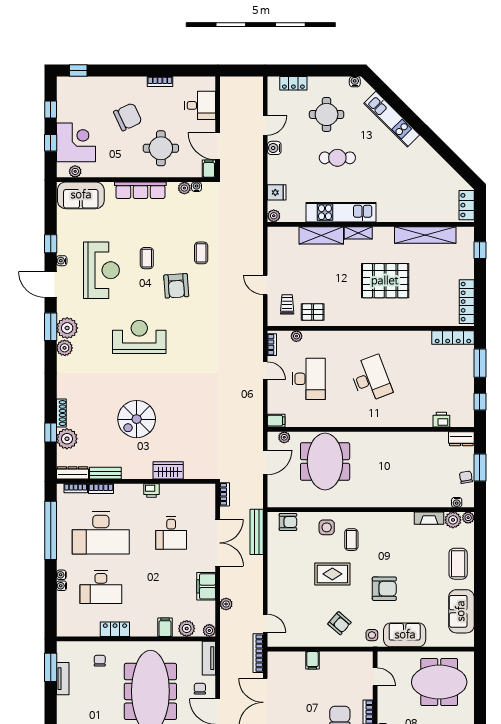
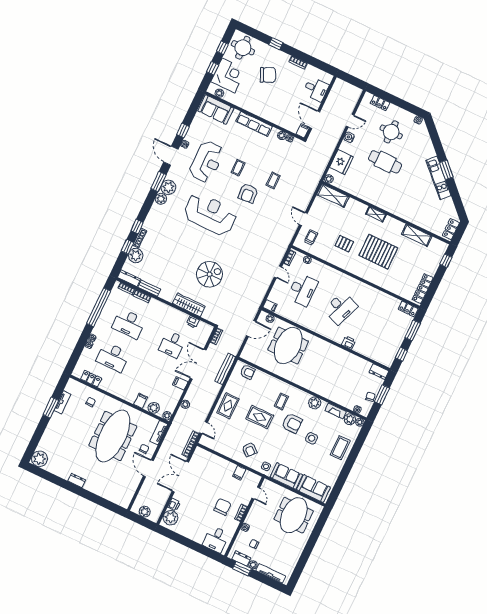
window: (78, 71) -> (276, 44), moved
kitchen unit: (392, 119) -> (438, 178), moved
window: (423, 130) -> (446, 170), added
round table: (161, 148) -> (243, 48), moved
cafe table: (337, 158) -> (385, 162), width x1.37, depth x1.35
fridge: (277, 192) -> (341, 162), width x1.88, depth x1.34
kitchen unit: (341, 212) -> (371, 196), removed
shelving: (321, 235) -> (333, 196), moved
shelving: (425, 235) -> (417, 235), width x0.68
pallet: (313, 312) -> (344, 244), moved
reception desk: (139, 337) -> (210, 214), width x1.36, depth x1.30
locker: (453, 337) -> (408, 309), width x0.66
desk: (371, 379) -> (341, 308), turned 42
window: (51, 399) -> (137, 227), added
spiral stairs: (137, 419) -> (210, 274), moved, turned 180
printer: (441, 420) -> (348, 343), moved
wardrobe: (168, 470) -> (189, 305), width x1.50
printer: (152, 490) -> (193, 322), moved
plant: (396, 521) -> (315, 403), added
side table: (327, 527) -> (312, 438), moved
desk: (101, 533) -> (129, 324), width x0.73, depth x0.77
double door: (218, 543) -> (198, 364), swing flipped
rug: (283, 579) -> (228, 406), added
filing cabinet: (206, 586) -> (180, 383), width x0.50
armchair: (384, 589) -> (292, 423), moved
sofa: (461, 611) -> (313, 489), moved, turned 90
locker: (115, 629) -> (91, 379), moved
filing cabinet: (312, 660) -> (239, 473), moved
window: (51, 667) -> (51, 408), moved
meeting table: (439, 682) -> (294, 515), turned 90

